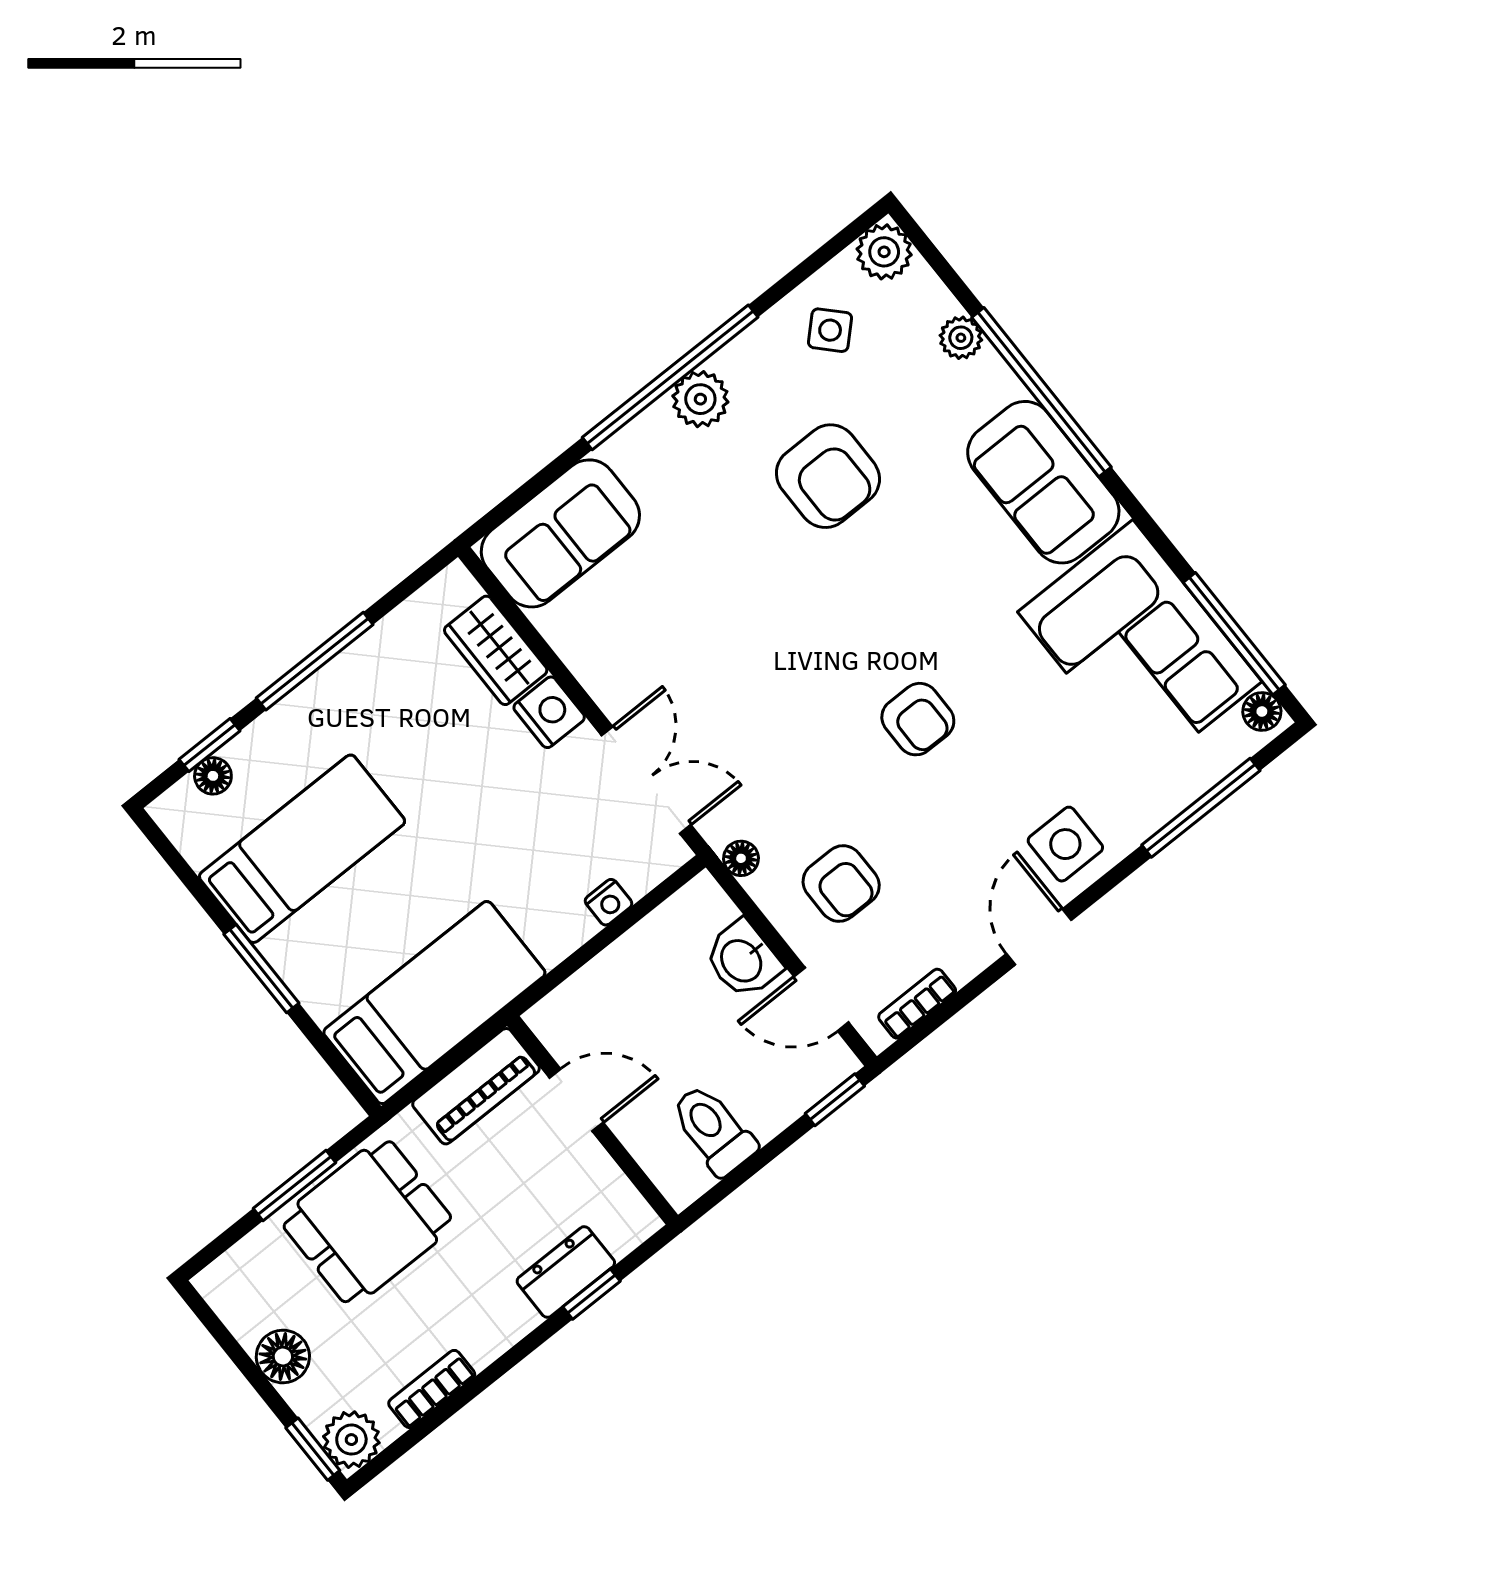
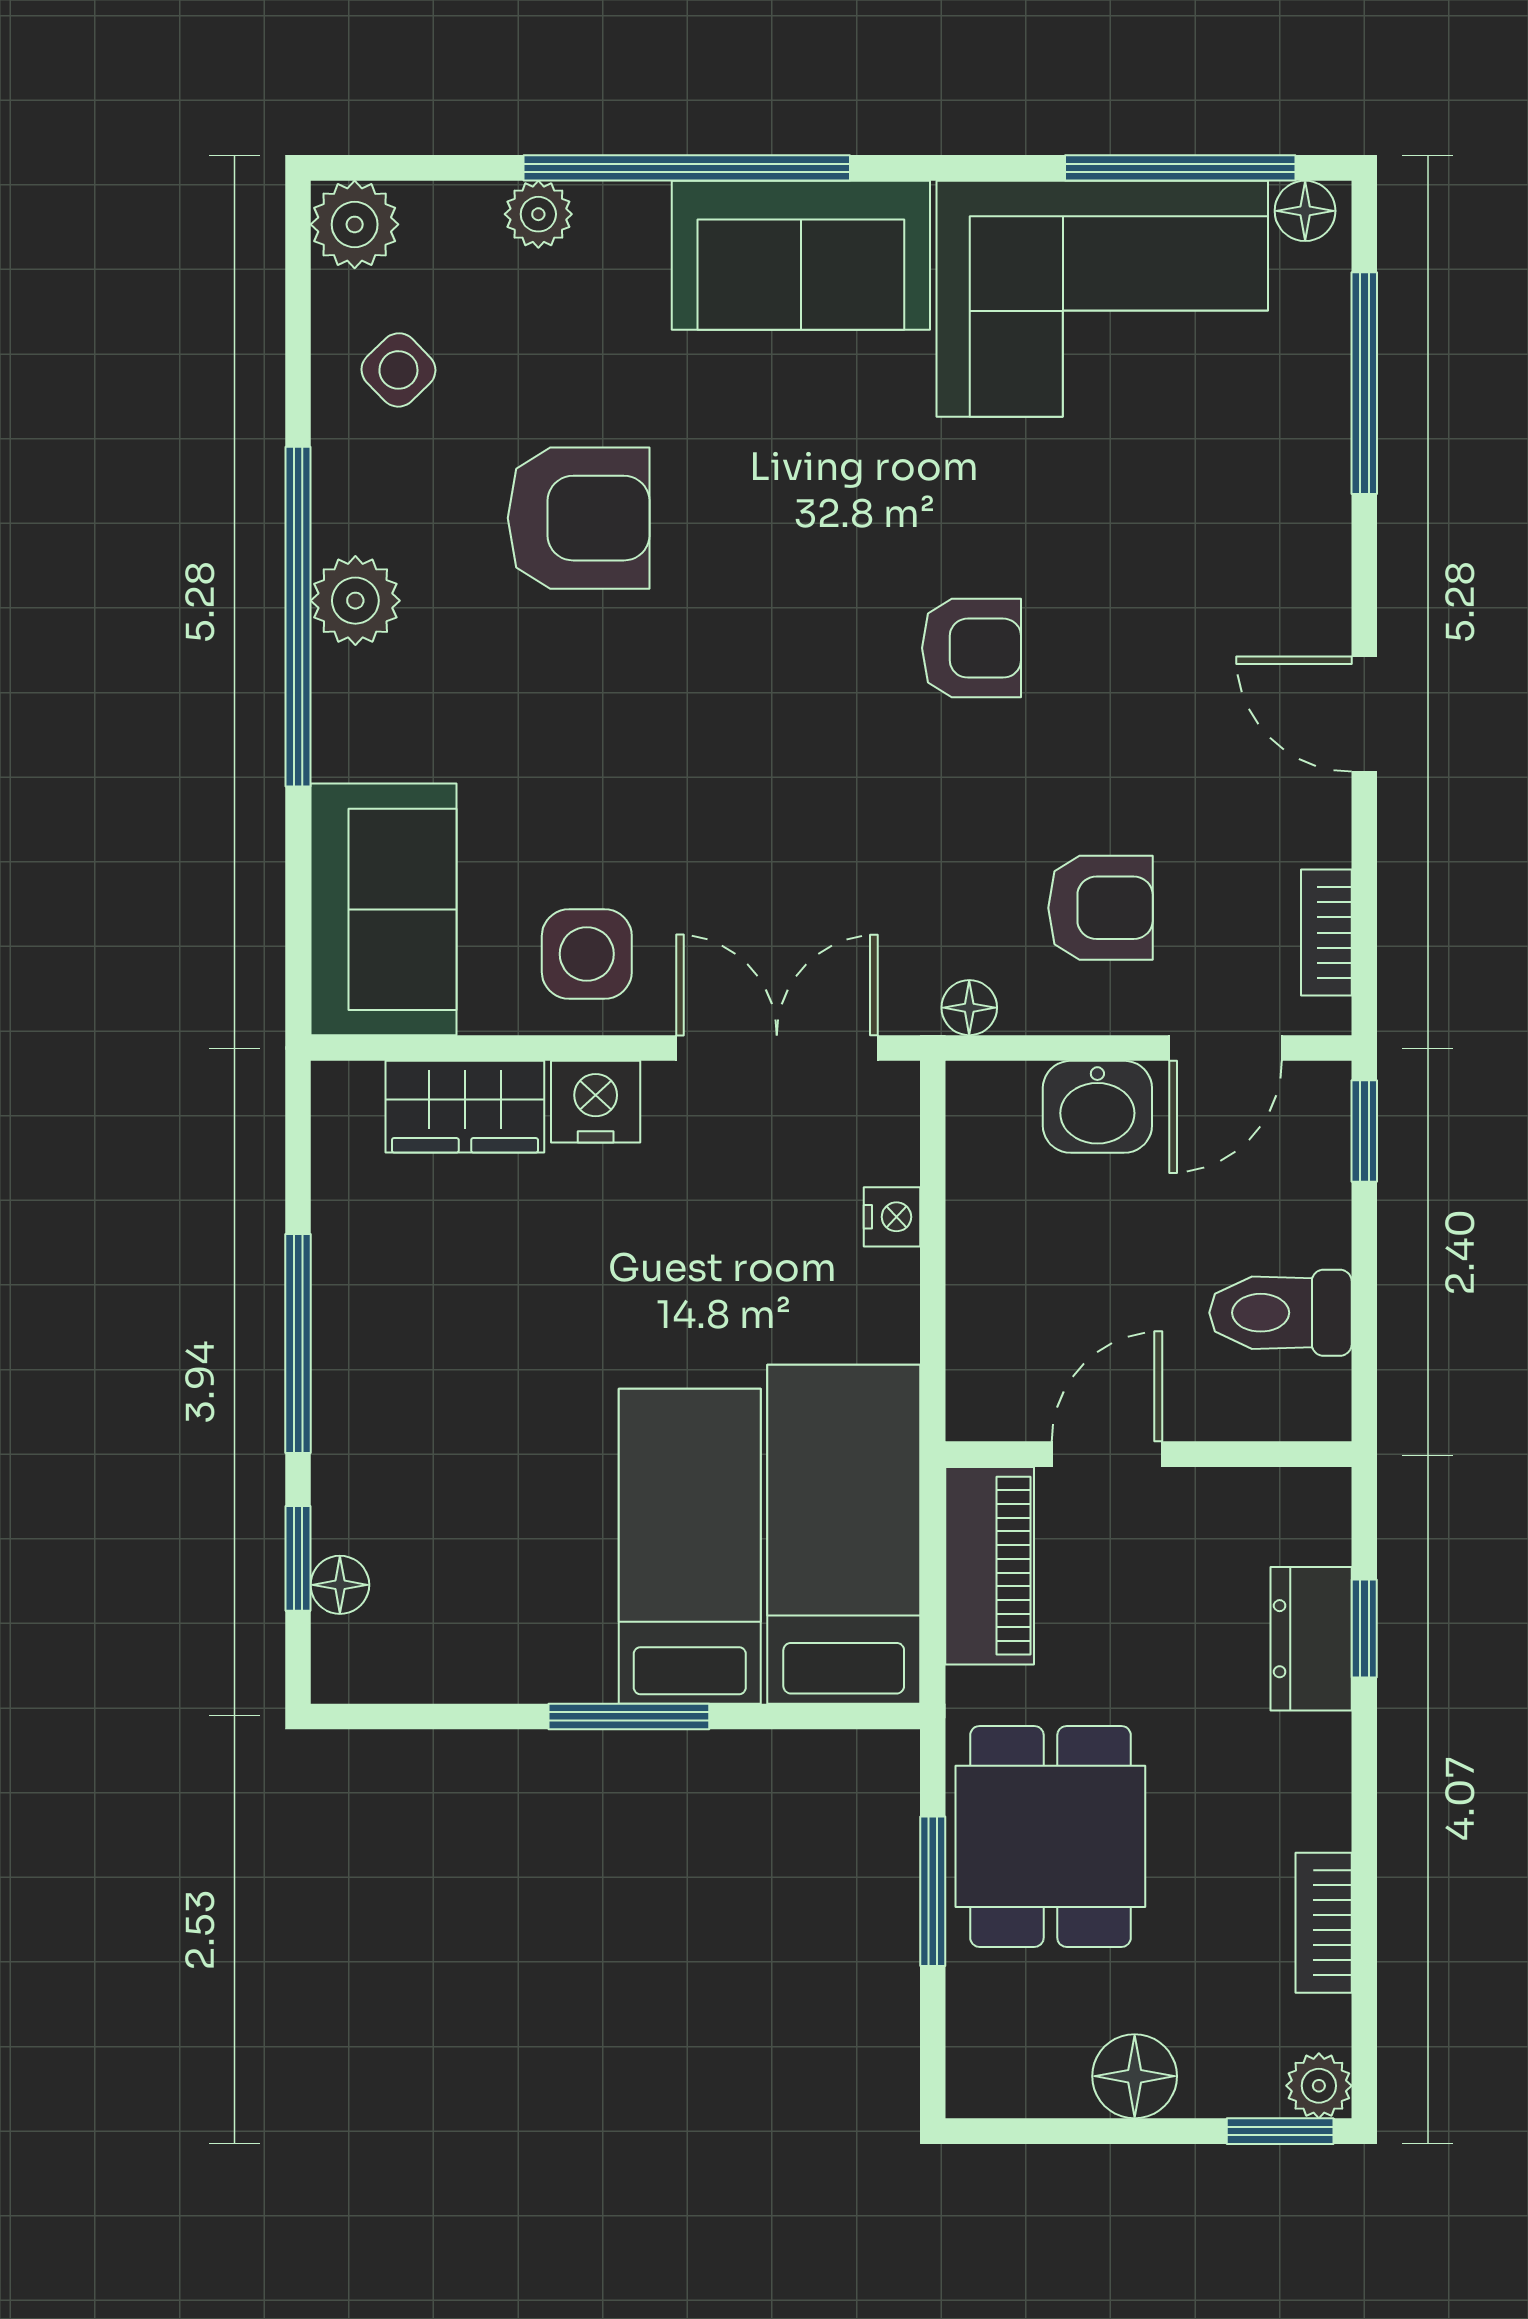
side table: (1065, 844) -> (587, 954), moved
bed: (302, 849) -> (690, 1546), moved
plant: (351, 1440) -> (1319, 2086), width x0.73, depth x0.73

